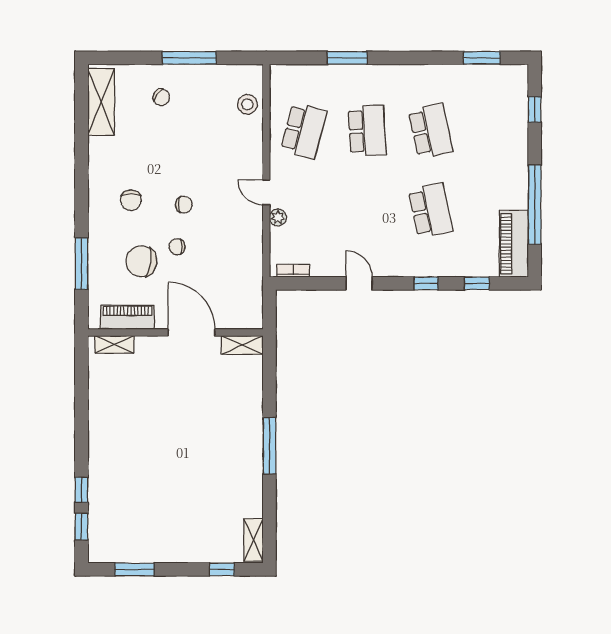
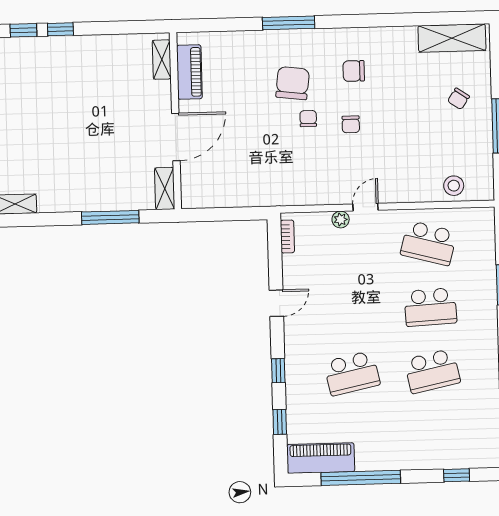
piano: (127, 317) -> (189, 72), moved
wall: (175, 332) -> (175, 121), moved
door: (192, 332) -> (176, 137), moved
shelving: (114, 344) -> (162, 60), moved
shelving: (242, 345) -> (165, 188), moved

